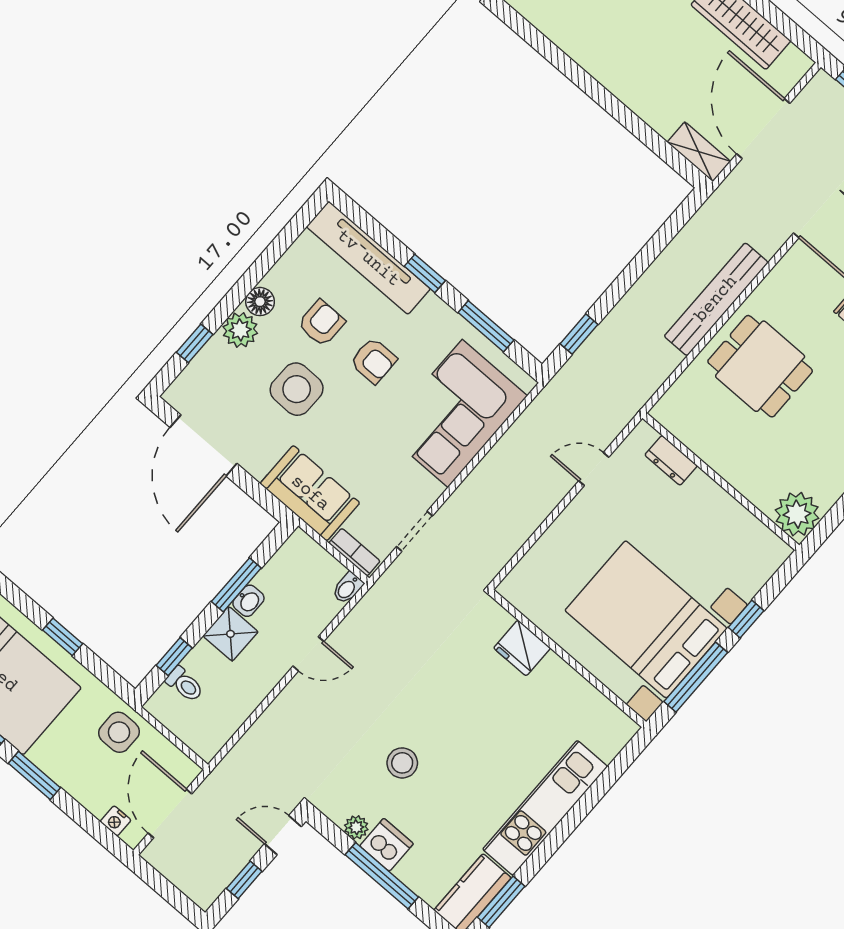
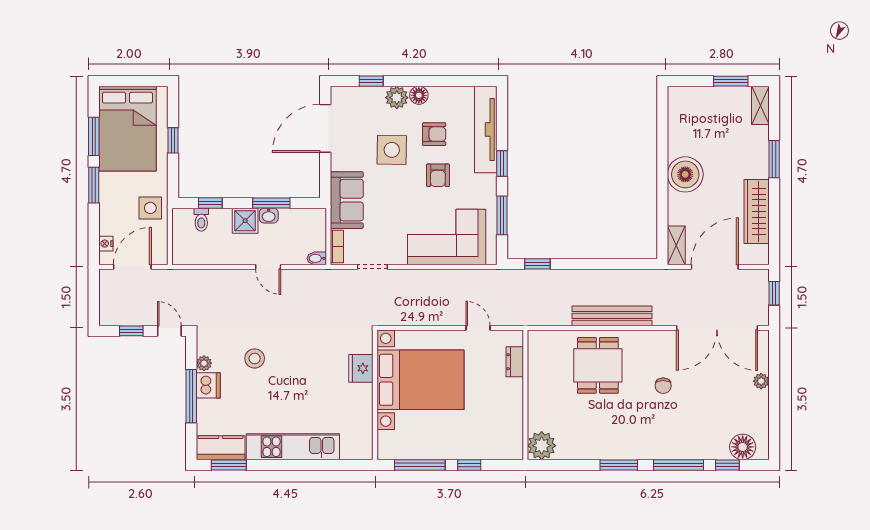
boiler: (624, 69) -> (685, 174), added
bed with nightstands: (646, 619) -> (420, 380), moved, turned 90

